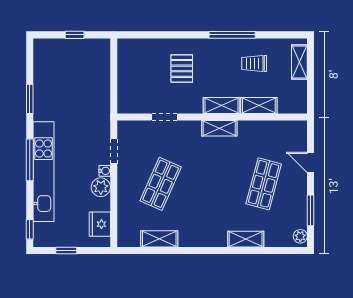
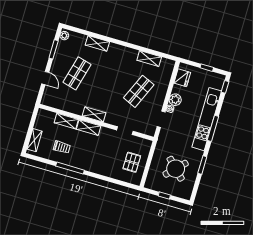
pallet: (182, 68) -> (132, 162), moved
round table: (69, 81) -> (176, 169), added

